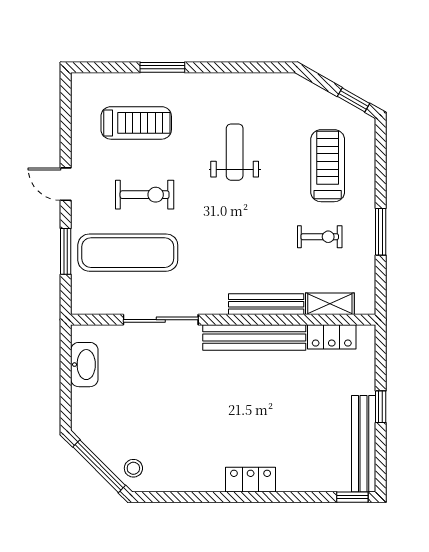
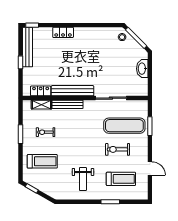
treadmill: (136, 123) -> (121, 179), turned 180
weight bench: (235, 152) -> (83, 179), moved
treadmill: (328, 166) -> (42, 161), turned -90
door: (66, 184) -> (150, 168), moved
washbasin: (84, 365) -> (142, 69), moved
locker: (251, 480) -> (63, 32), moved

